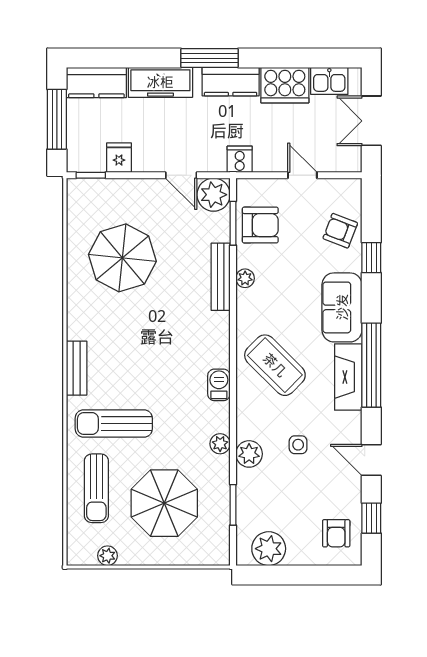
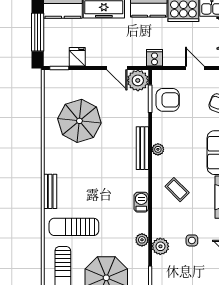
bench: (221, 277) -> (142, 148), moved
plant: (245, 278) -> (158, 149), moved
coffee table: (275, 365) -> (177, 190), width x0.54, depth x0.58

